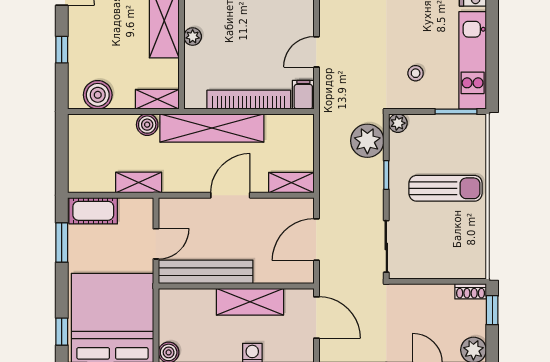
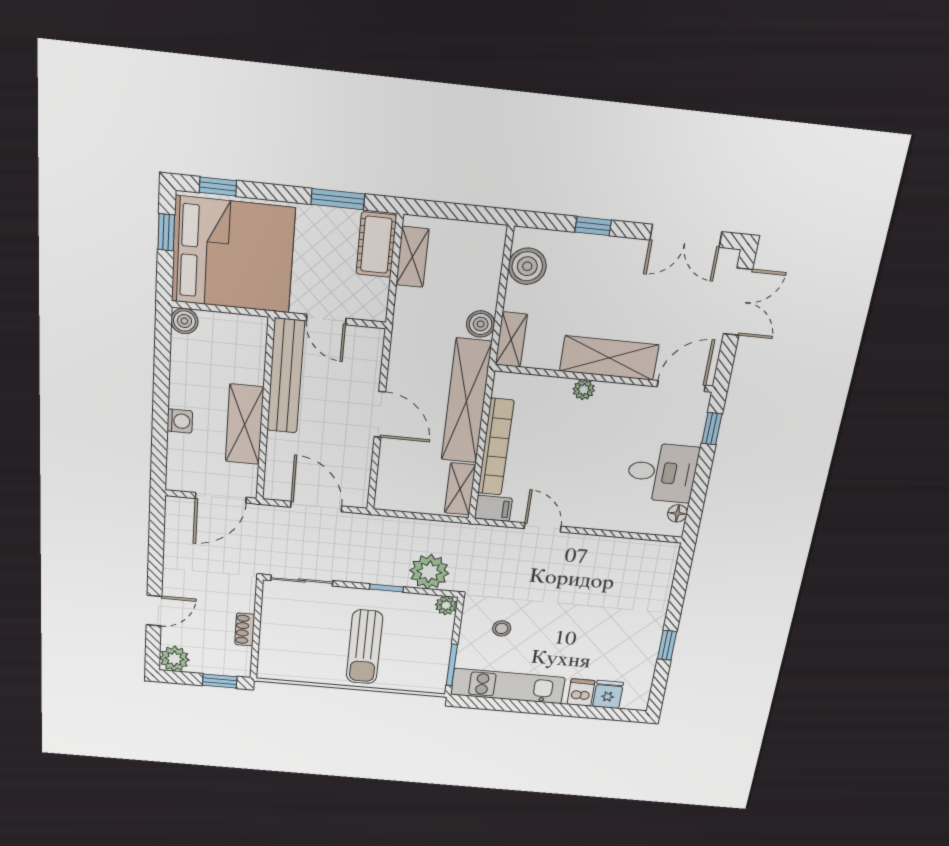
shelving: (139, 183) -> (413, 257), moved
shelving: (291, 183) -> (460, 489), moved
shoe rack: (471, 291) -> (245, 629), moved

